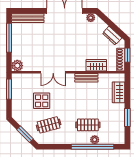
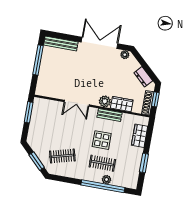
plant: (17, 66) -> (105, 101), moved
display table: (42, 101) -> (102, 140), moved

